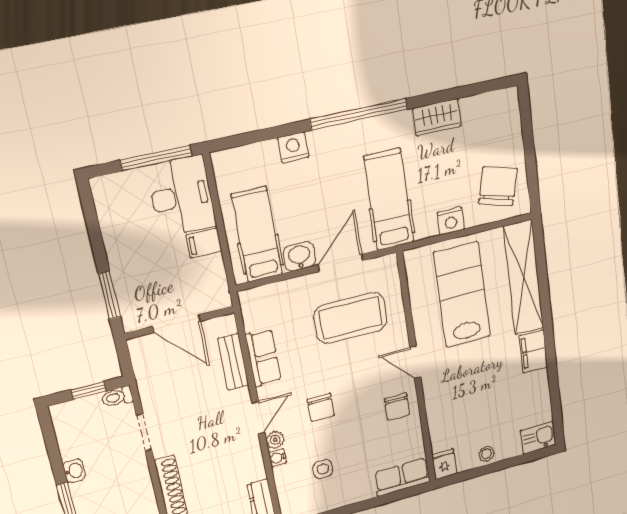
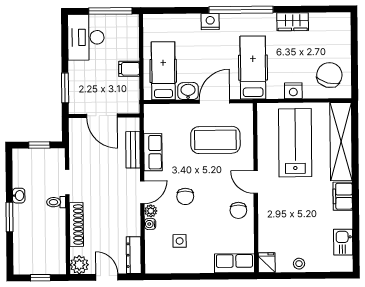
nightstand: (293, 147) -> (210, 22), moved
desk: (182, 196) -> (86, 37), moved, turned 180
toilet: (117, 397) -> (56, 202), moved
kitchen sink: (538, 438) -> (343, 242), moved, turned -90

